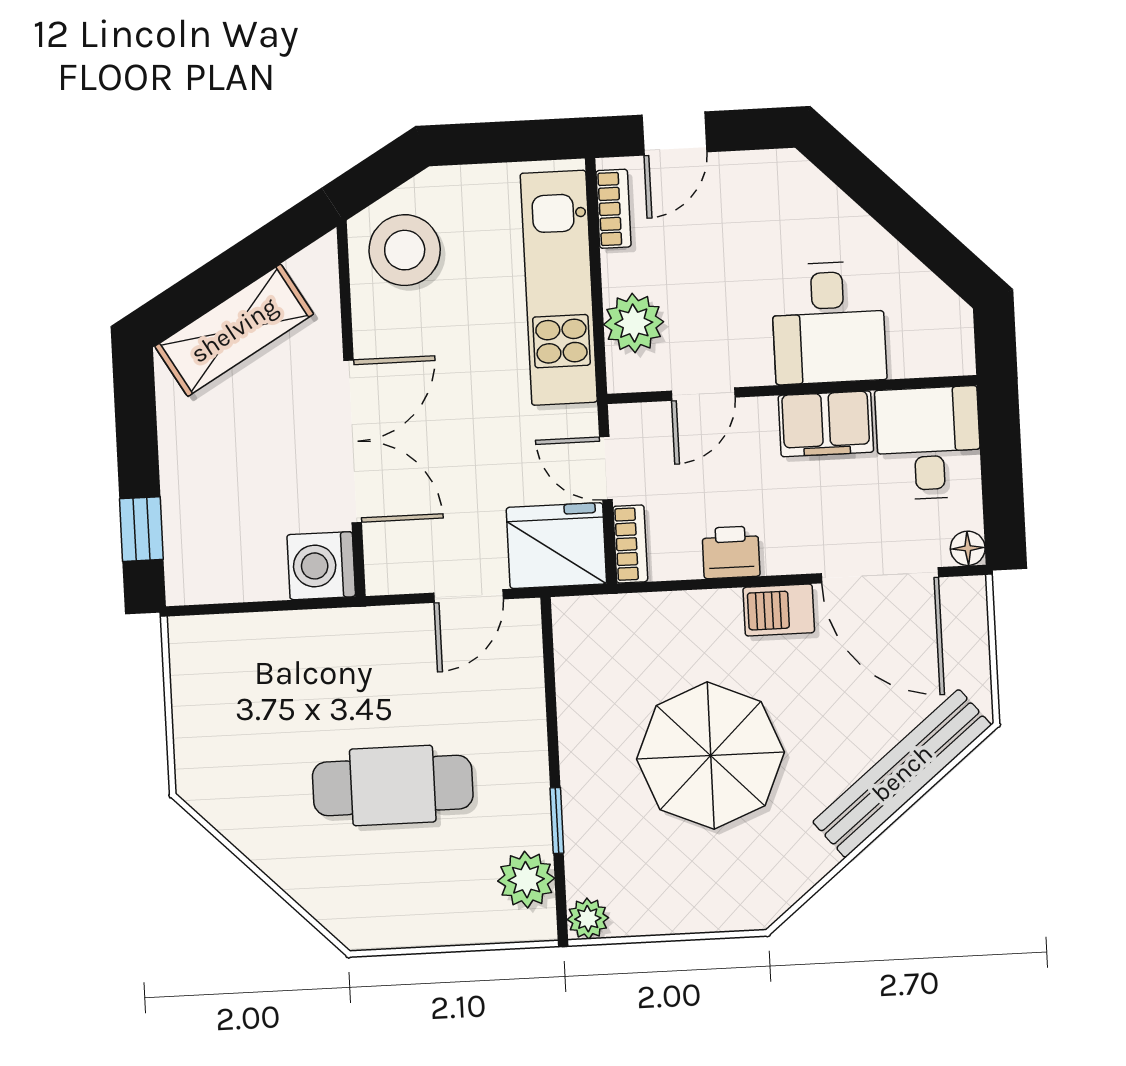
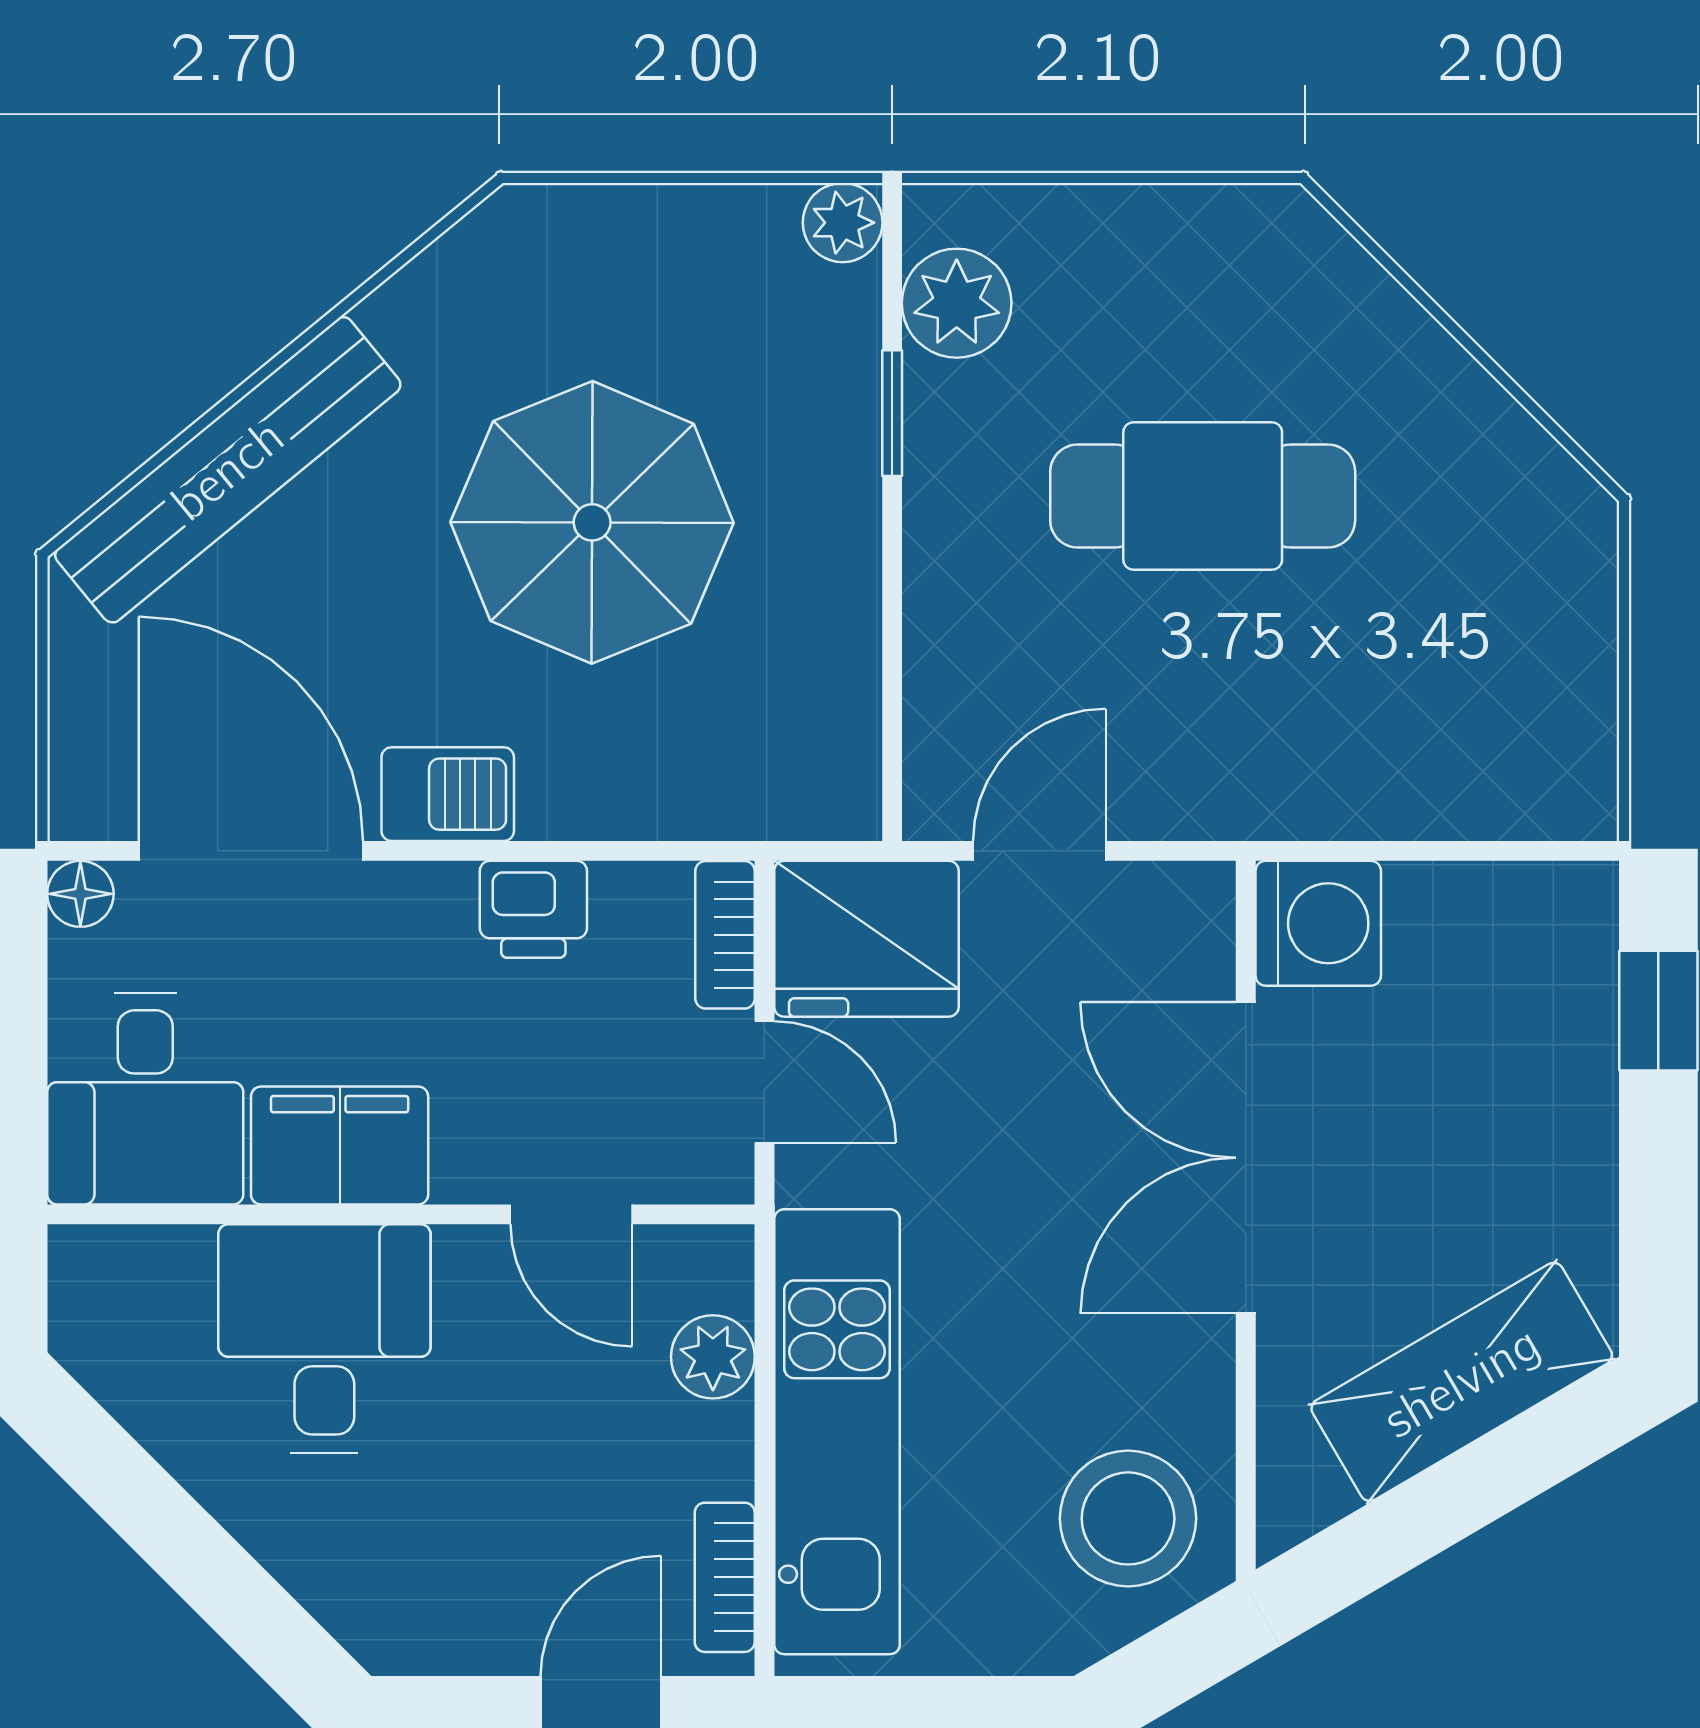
plant: (634, 323) -> (713, 1357), width x0.73, depth x0.73
door: (703, 394) -> (571, 1214), swing flipped

